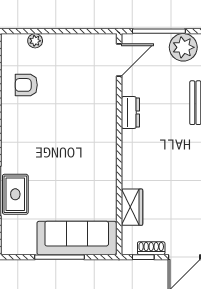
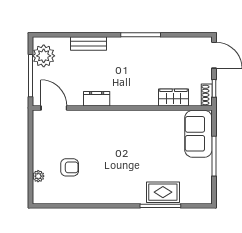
armchair: (26, 85) -> (70, 167), moved, turned -90
sofa: (77, 238) -> (198, 134), width x0.73
shoe rack: (151, 248) -> (207, 95), moved

